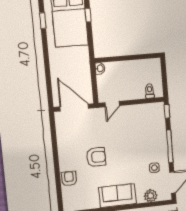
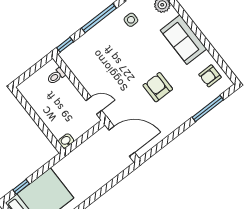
door: (74, 108) -> (122, 141), swing flipped
armchair: (69, 179) -> (210, 76), moved
window: (58, 183) -> (208, 109), added

